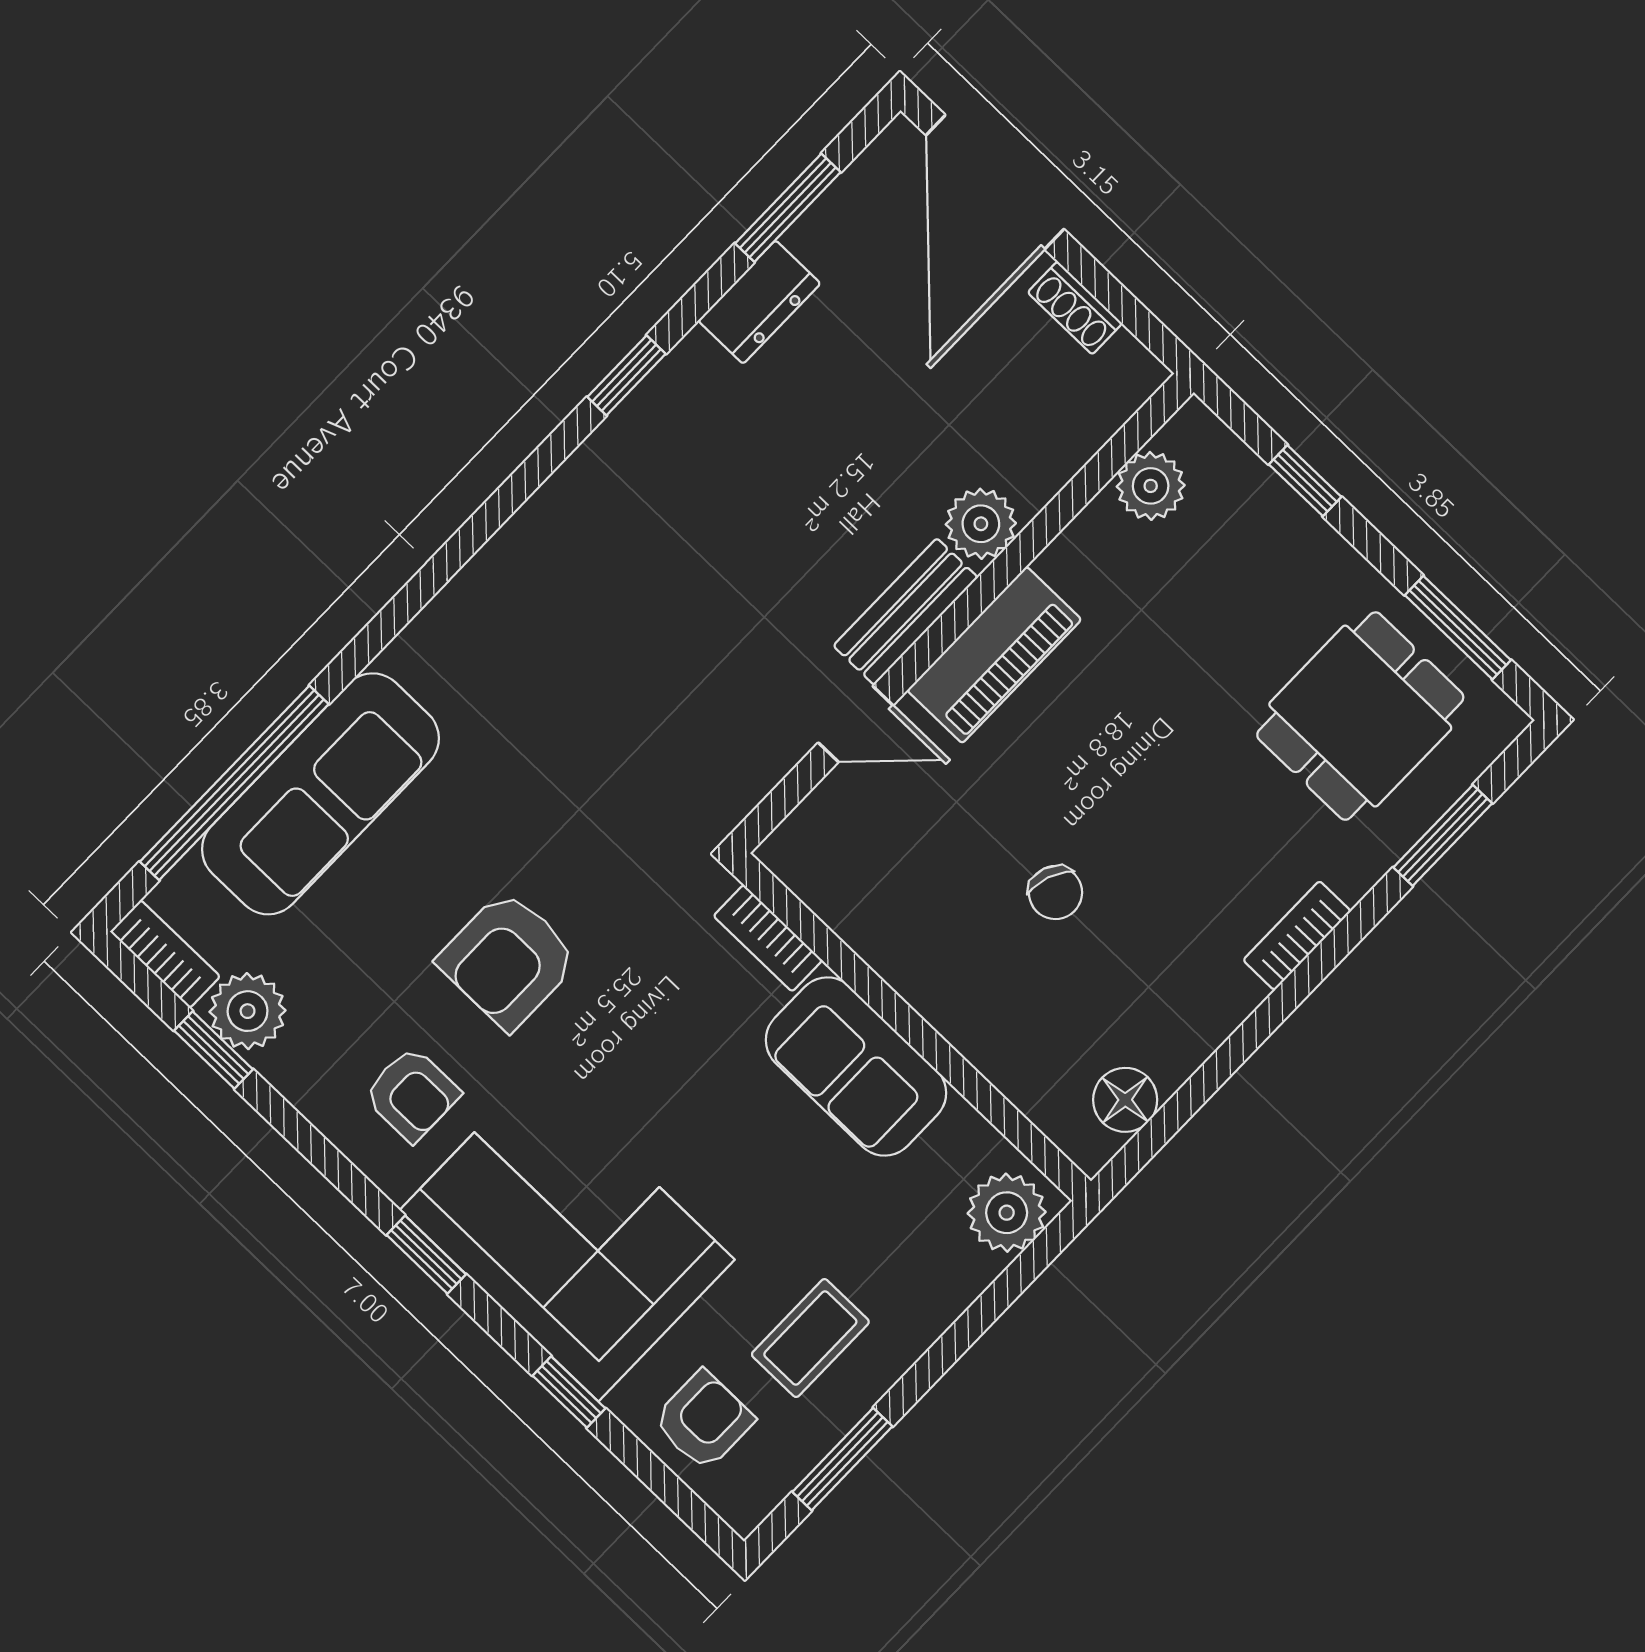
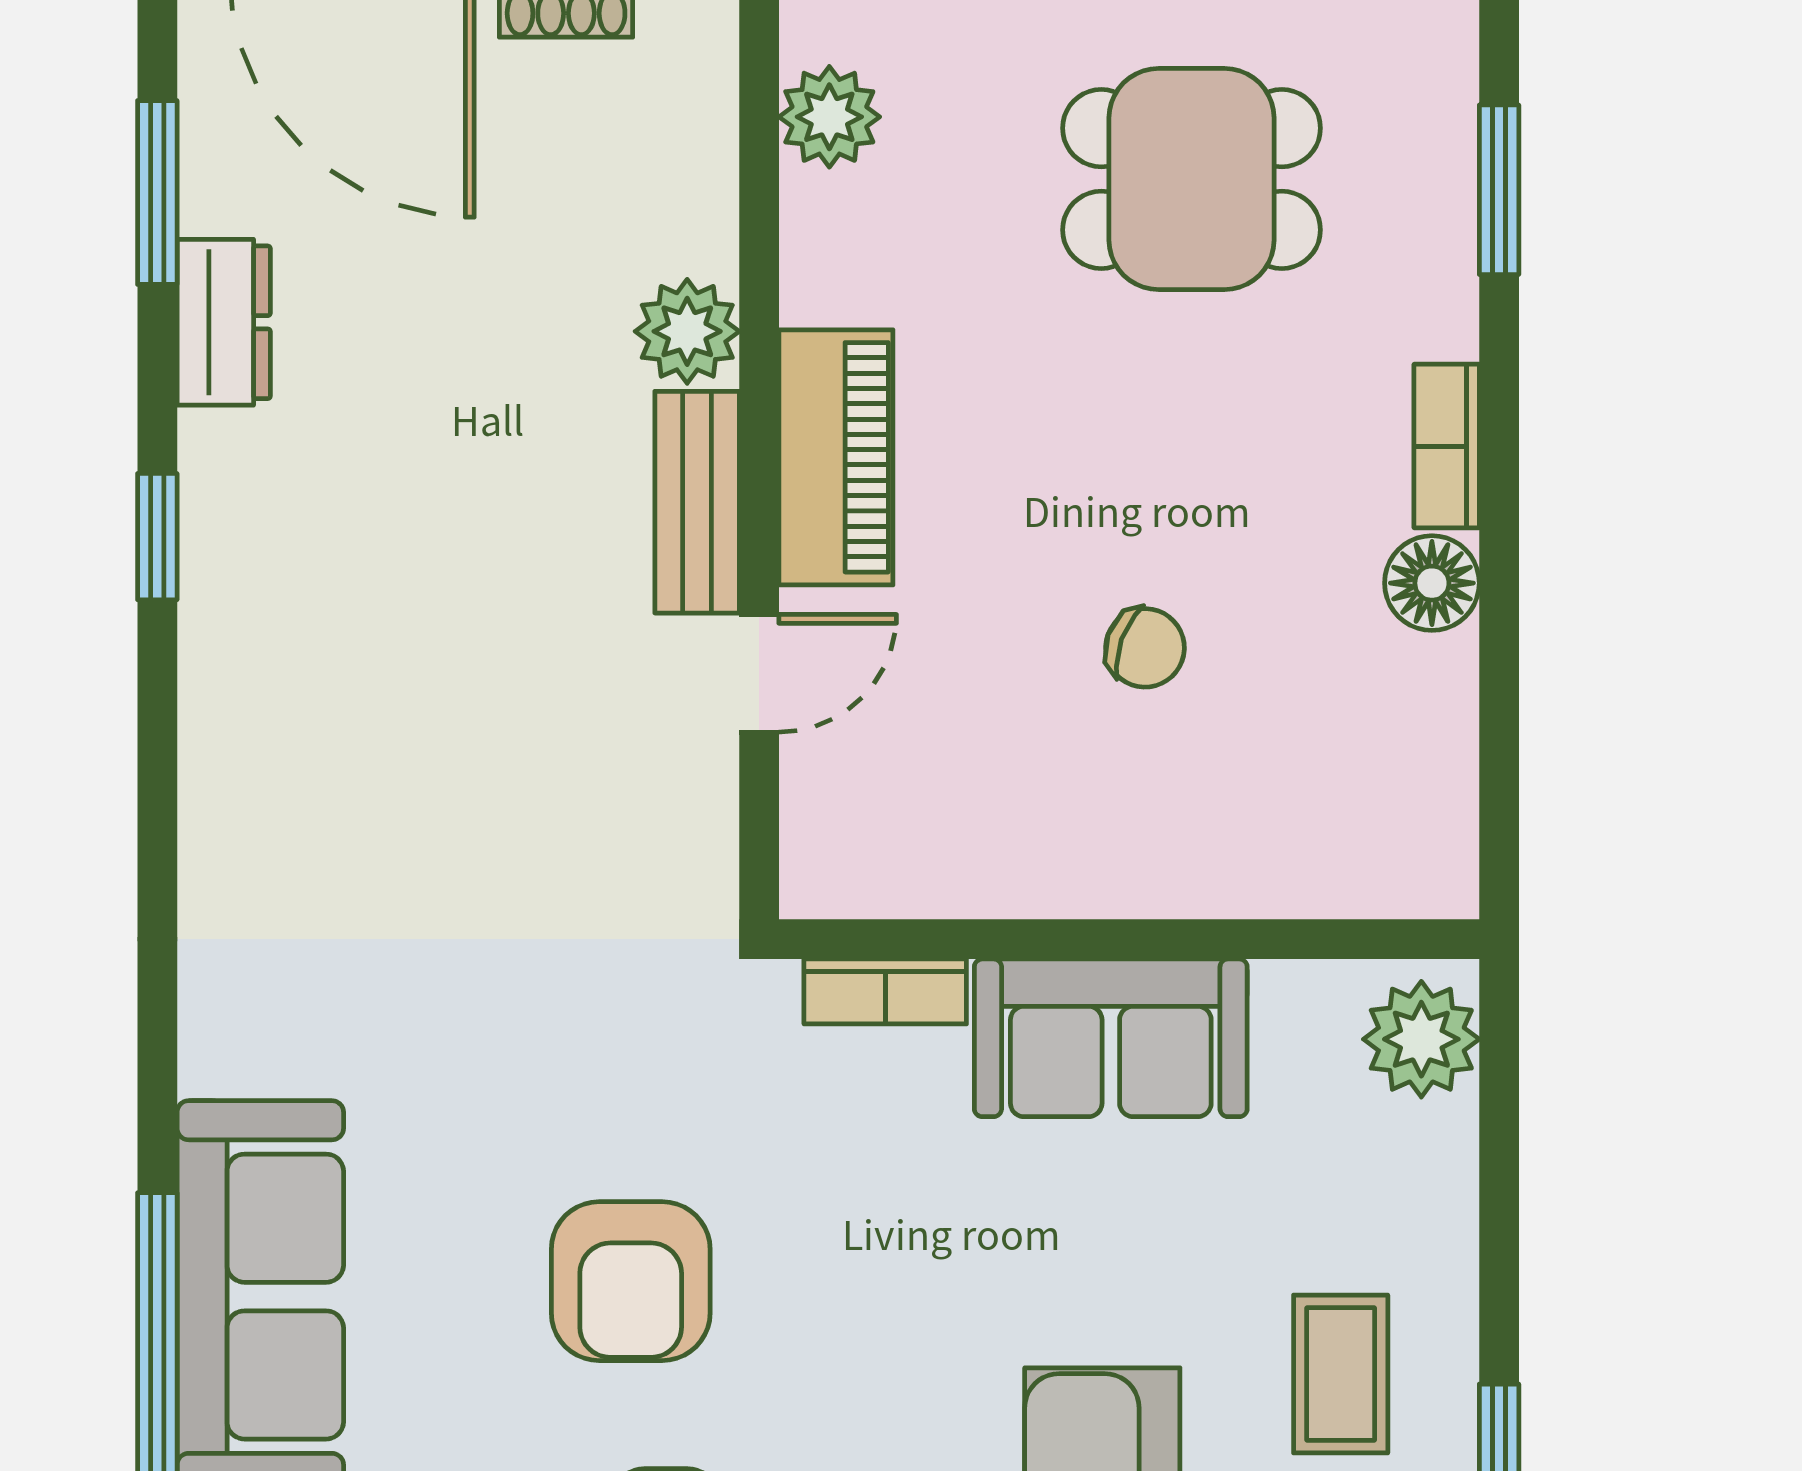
dining table: (1360, 716) -> (1192, 179), moved, turned 90
floor lamp: (1125, 1100) -> (1432, 583), moved

